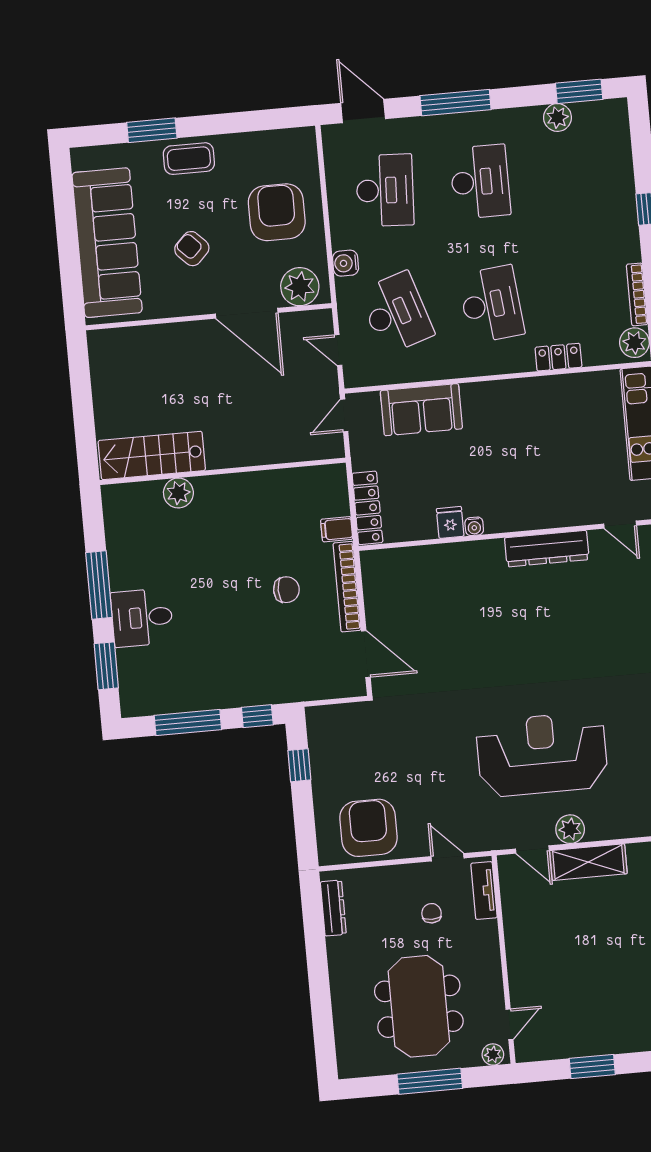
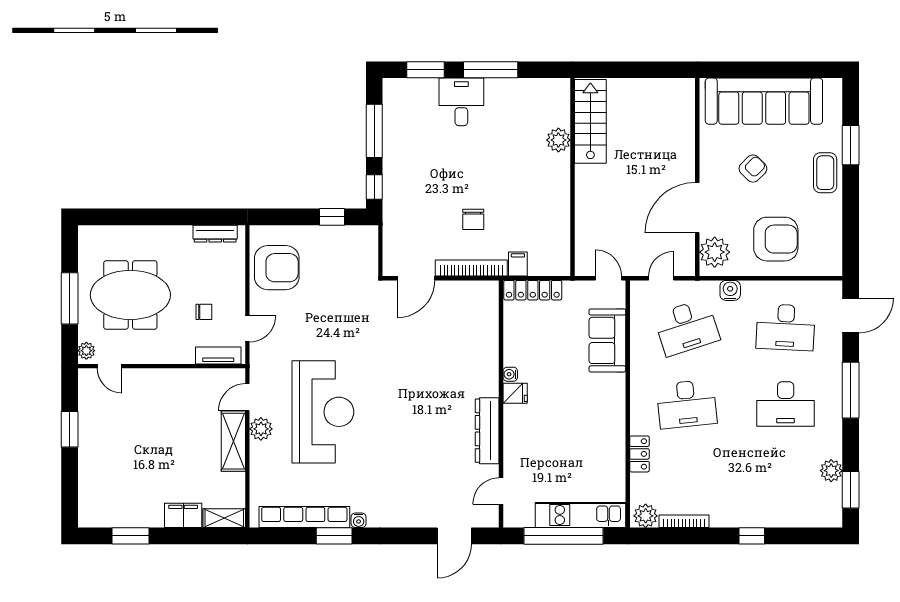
fridge: (450, 522) -> (515, 393), moved

